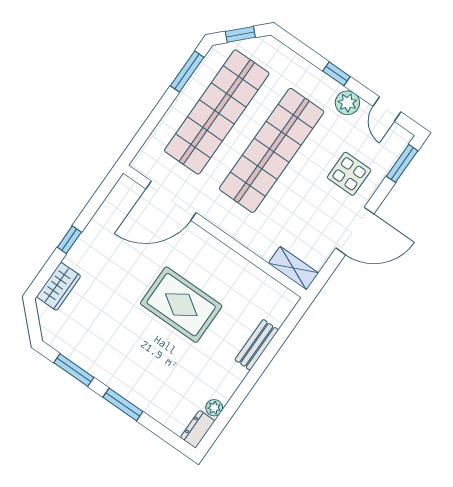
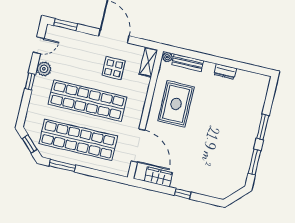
display table: (349, 174) -> (114, 68), moved
wardrobe: (59, 286) -> (158, 177), moved
rug: (181, 305) -> (176, 104), moved
bench: (257, 345) -> (188, 63), moved
plant: (214, 408) -> (167, 57), moved
dresser: (198, 429) -> (225, 71), moved

